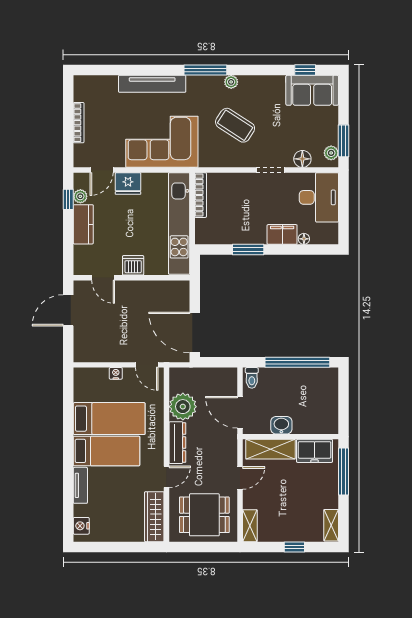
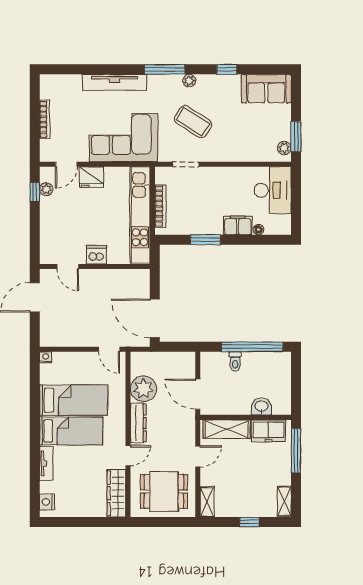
window: (305, 70) -> (227, 69), moved
floor lamp: (302, 159) -> (257, 154), removed
doorway: (270, 170) -> (186, 164), moved
bookcase: (201, 195) -> (160, 206), moved
kitchen counter: (83, 224) -> (49, 216), removed
nightstand: (116, 373) -> (46, 357), moved
toilet: (252, 378) -> (235, 362), moved
washbasin: (281, 425) -> (261, 406), moved

